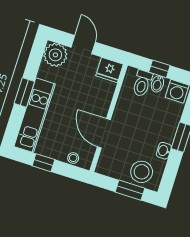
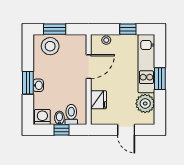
plant: (55, 55) -> (145, 104), moved
fridge: (109, 70) -> (98, 100), moved, turned 90
door: (104, 133) -> (89, 67), hinge flipped
washbasin: (164, 151) -> (38, 85), moved

